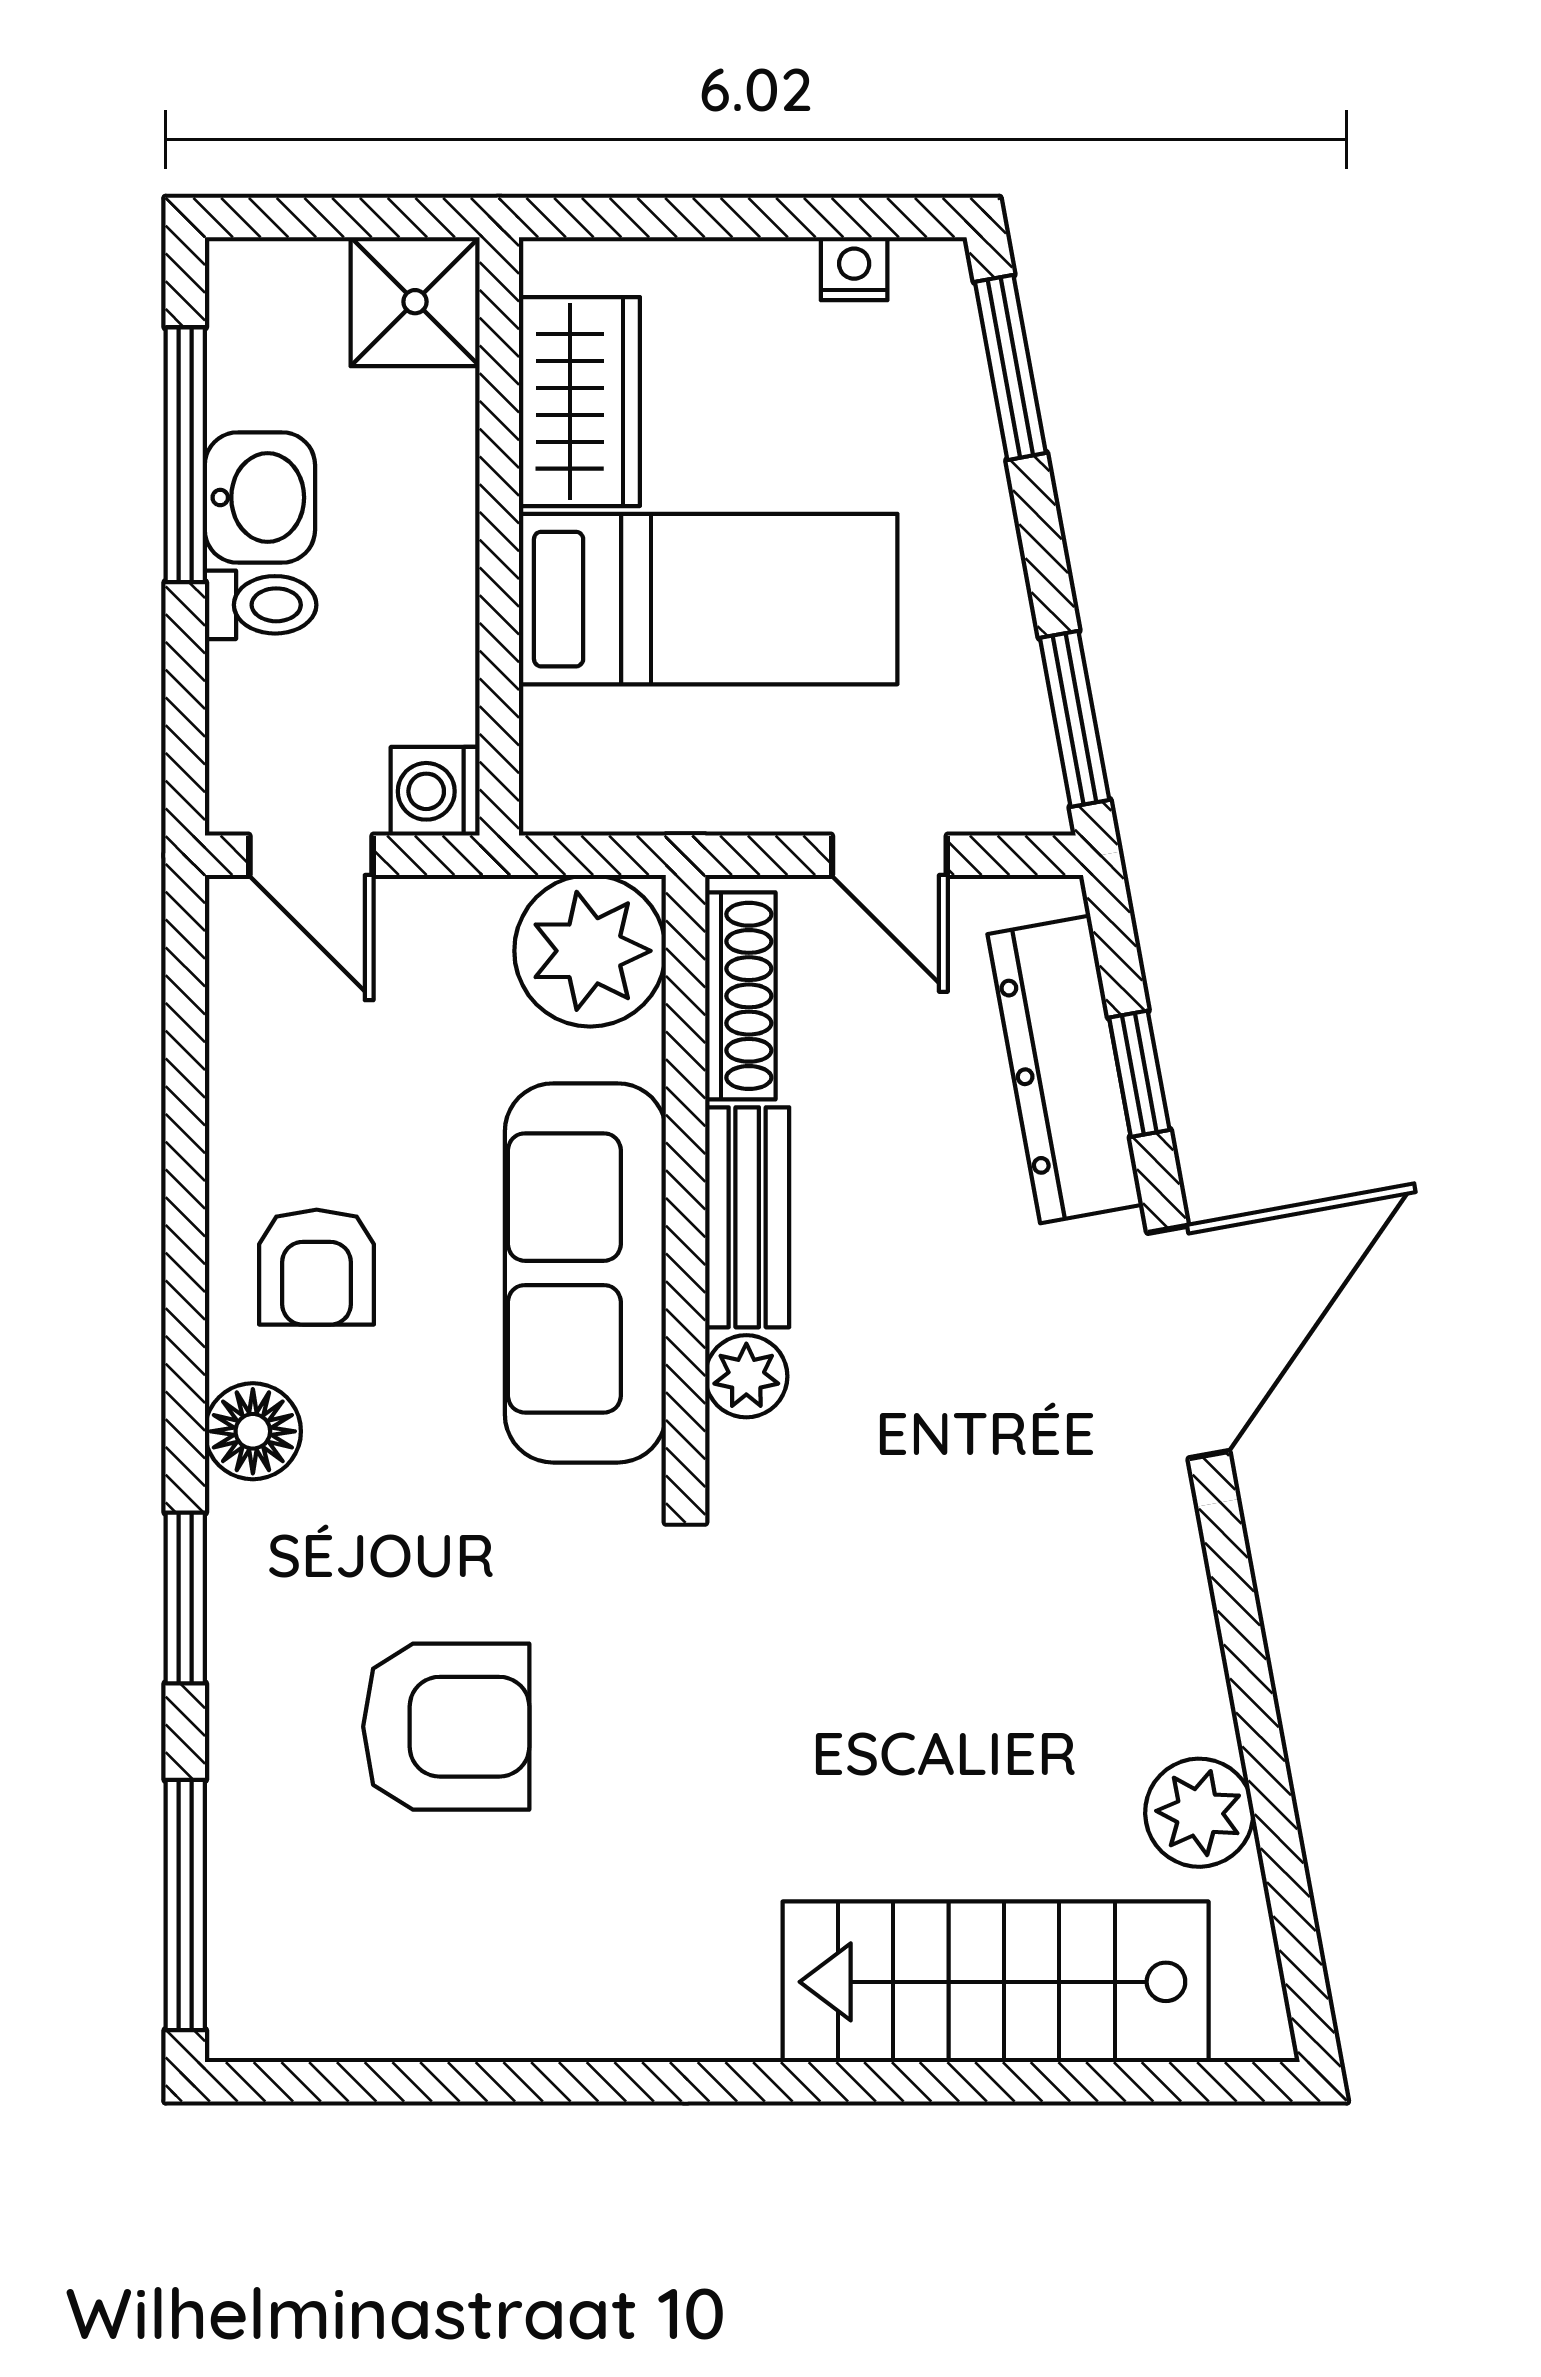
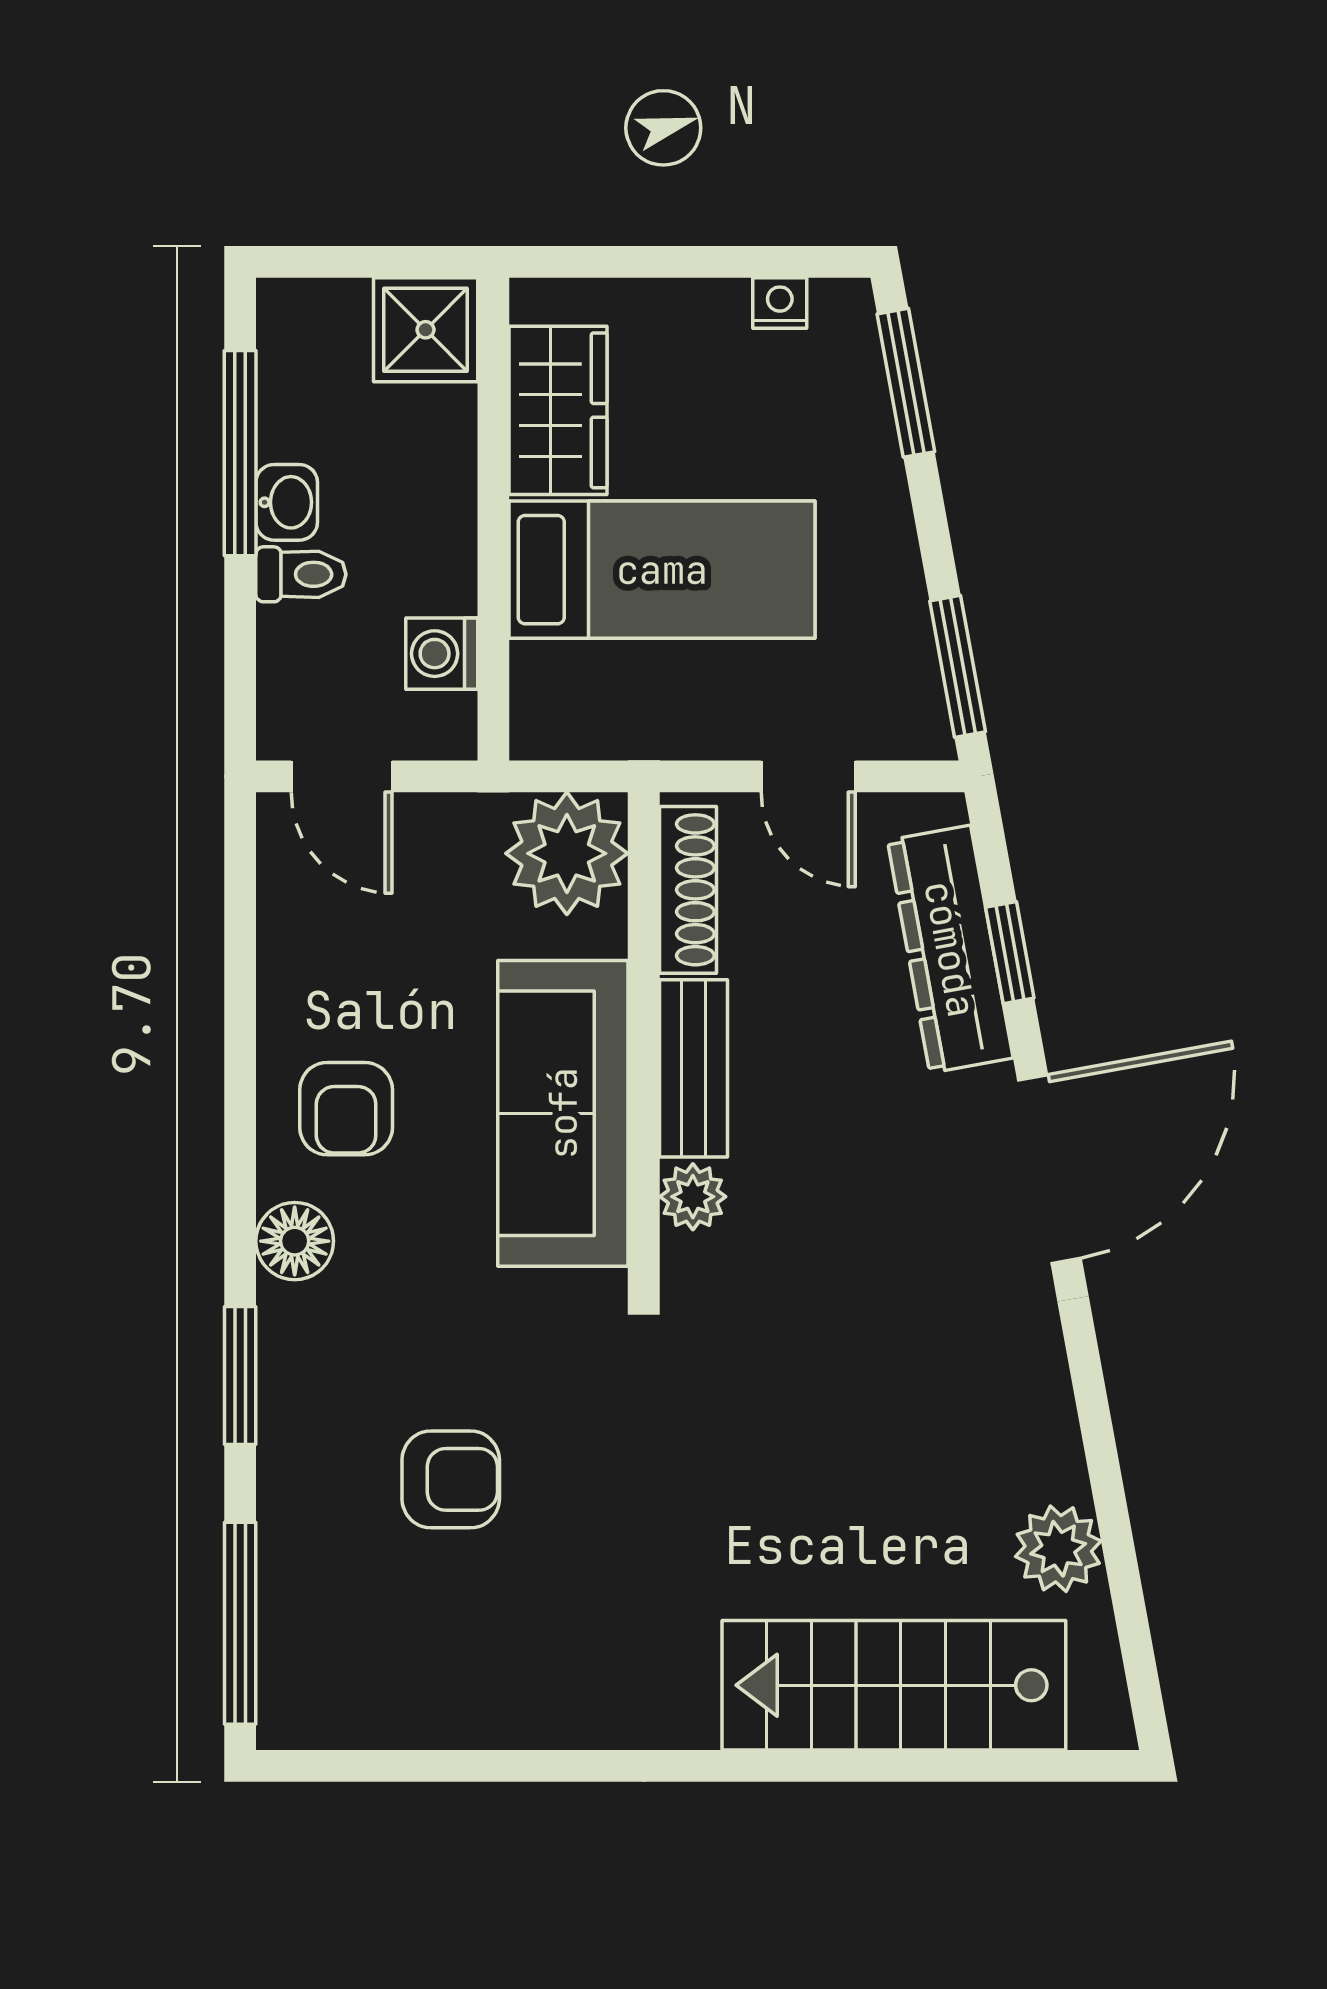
washbasin: (260, 498) -> (287, 502), width x0.72, depth x0.69
washing machine: (435, 791) -> (442, 654), moved
armchair: (446, 1727) -> (451, 1479), width x0.72, depth x0.72

